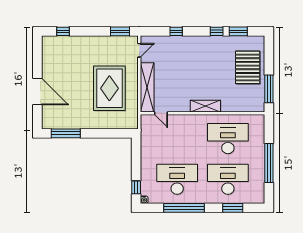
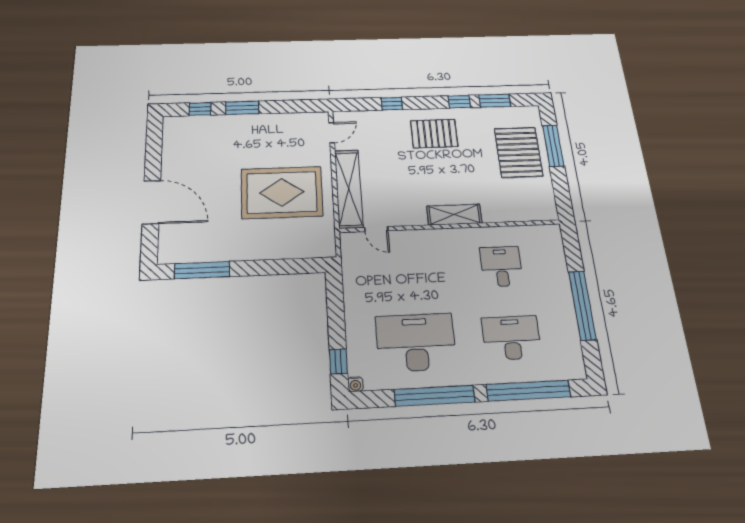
window: (120, 31) -> (242, 108), moved
pallet: (199, 53) -> (434, 134), added
rug: (109, 88) -> (282, 192), turned 90
window: (269, 89) -> (553, 146), moved
desk: (228, 139) -> (501, 266), width x0.53, depth x0.77
desk: (228, 179) -> (511, 338), width x0.73, depth x0.77
window: (233, 208) -> (528, 391), width x2.11

